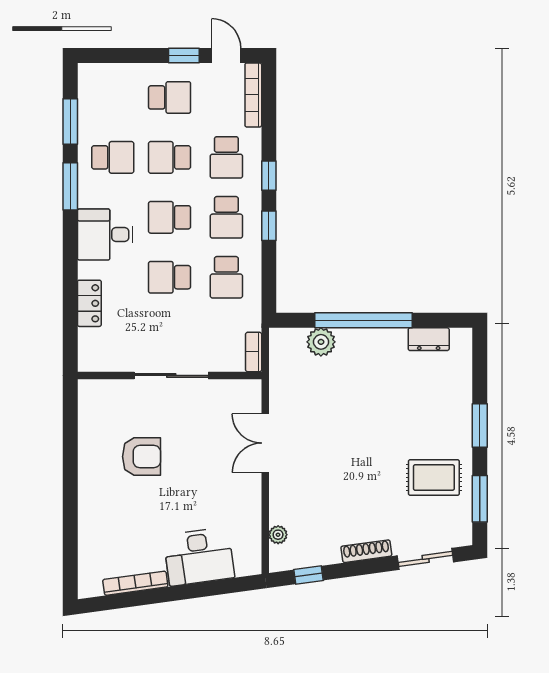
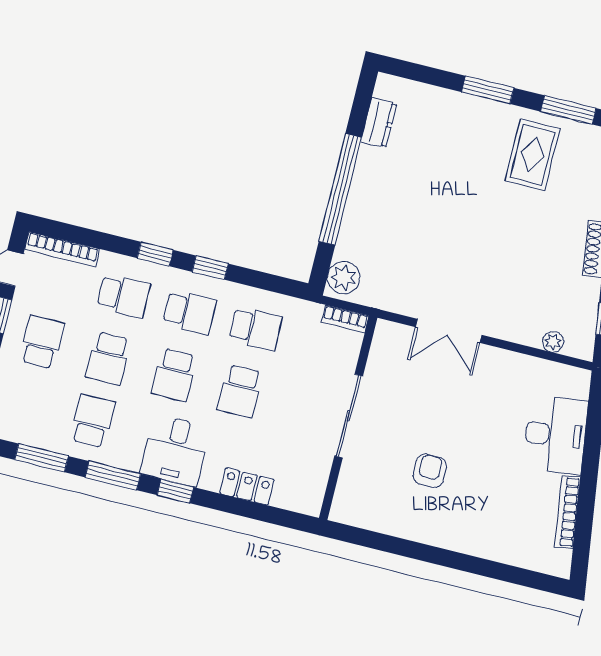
window: (70, 243) -> (175, 491), added
plant: (321, 342) -> (344, 278), moved
armchair: (142, 457) -> (430, 471), width x0.72, depth x0.72

